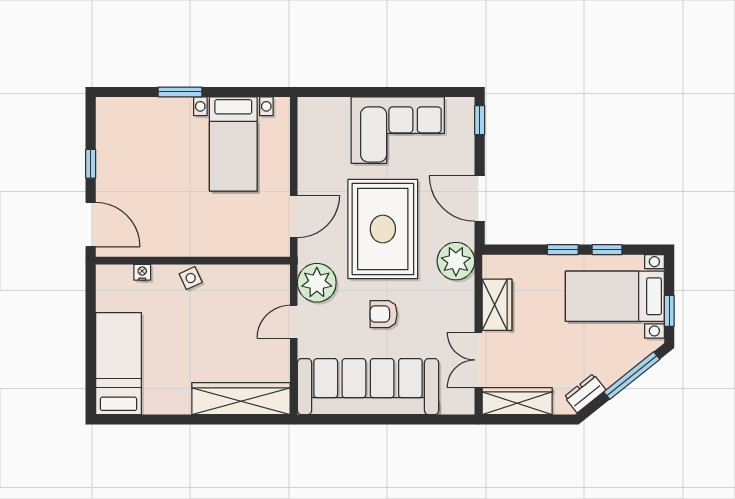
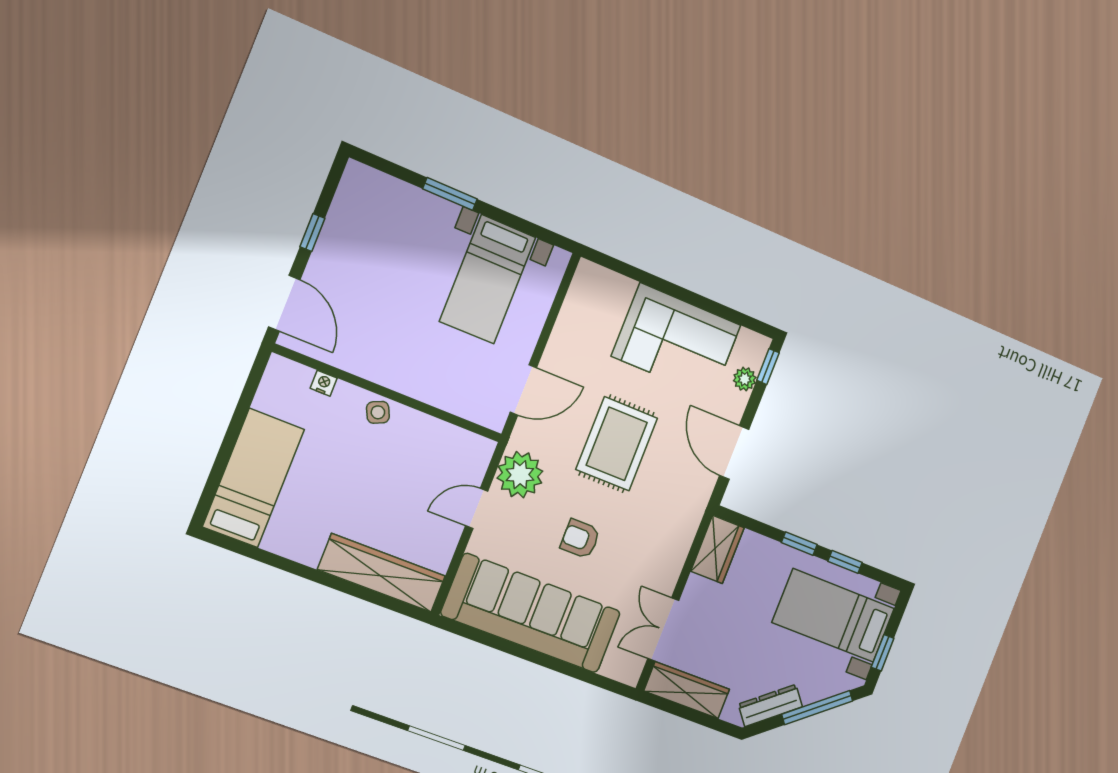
rug: (383, 229) -> (617, 444), width x0.73, depth x0.69
plant: (456, 261) -> (745, 379), moved, width x0.53, depth x0.53
wardrobe: (497, 305) -> (717, 549), moved
dresser: (585, 393) -> (770, 705), width x1.44

